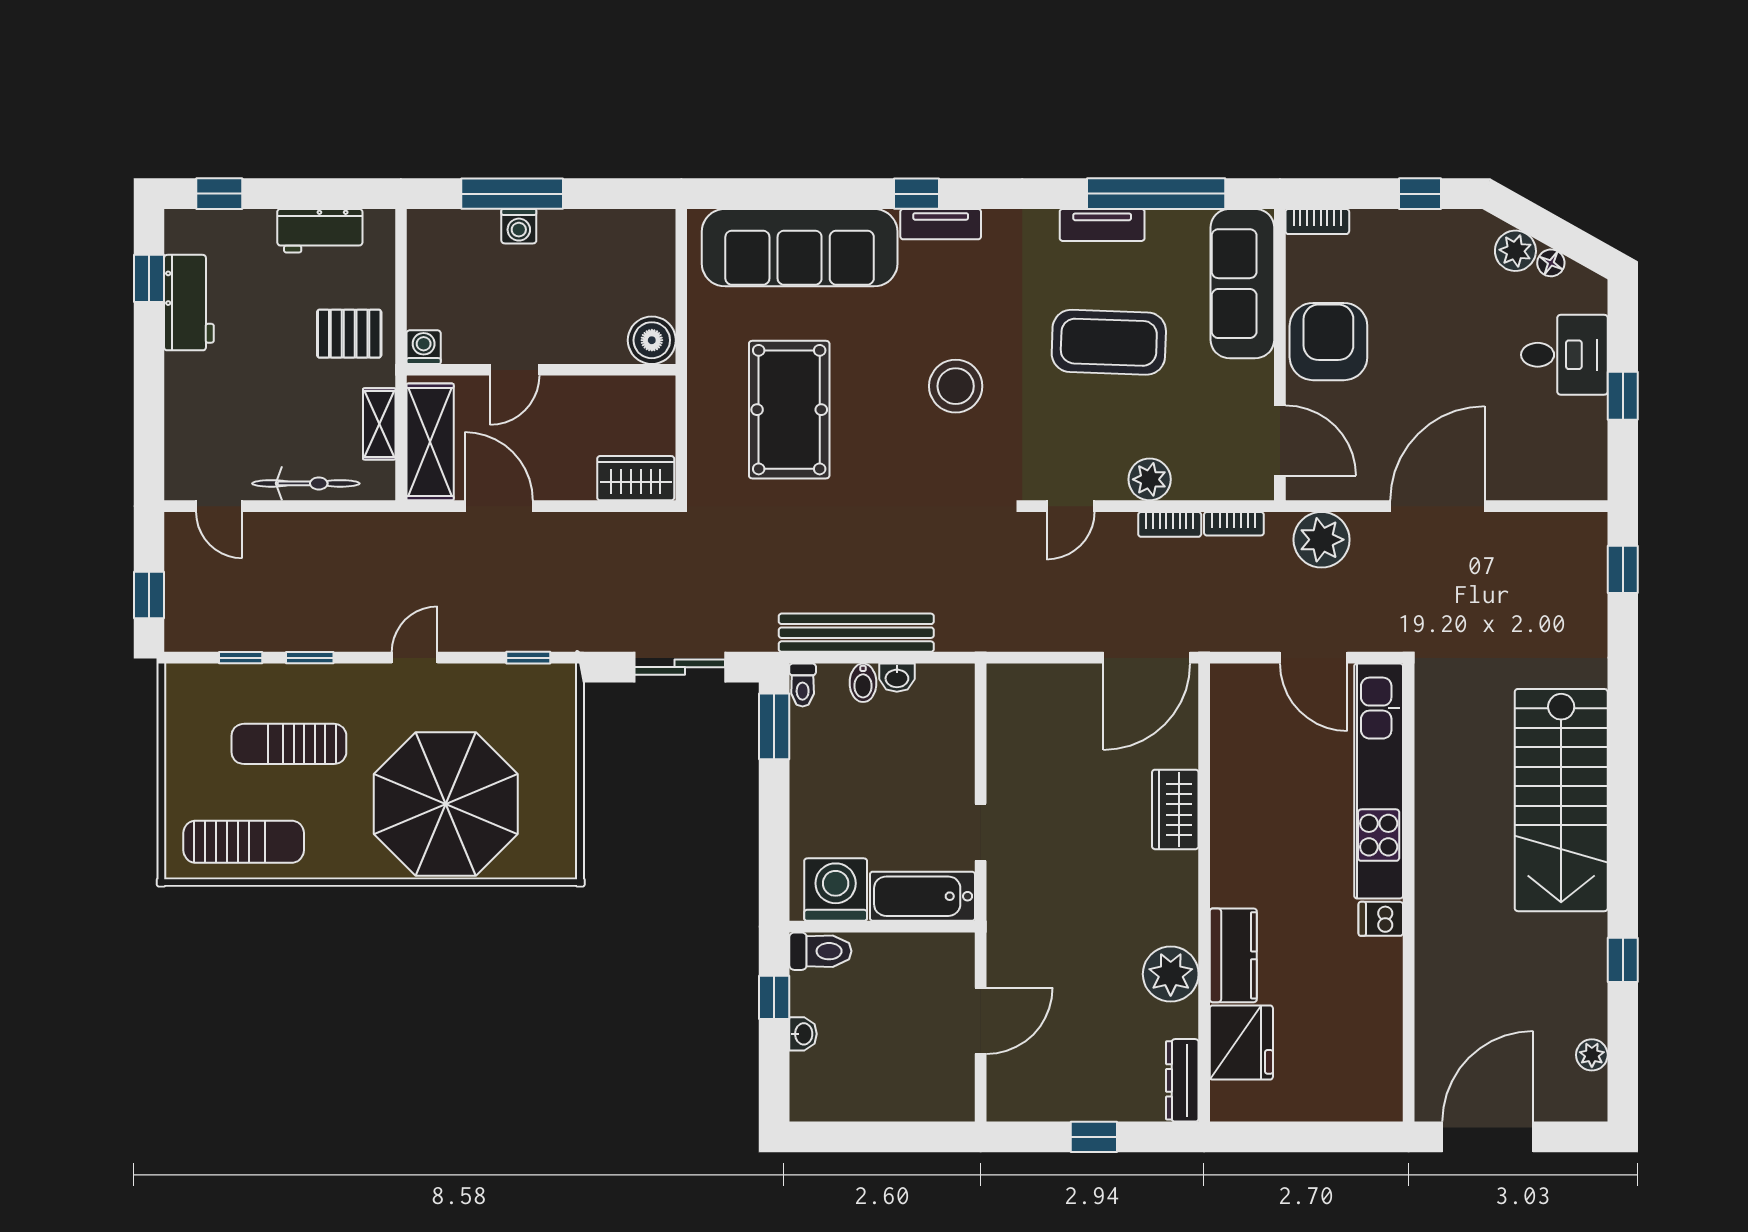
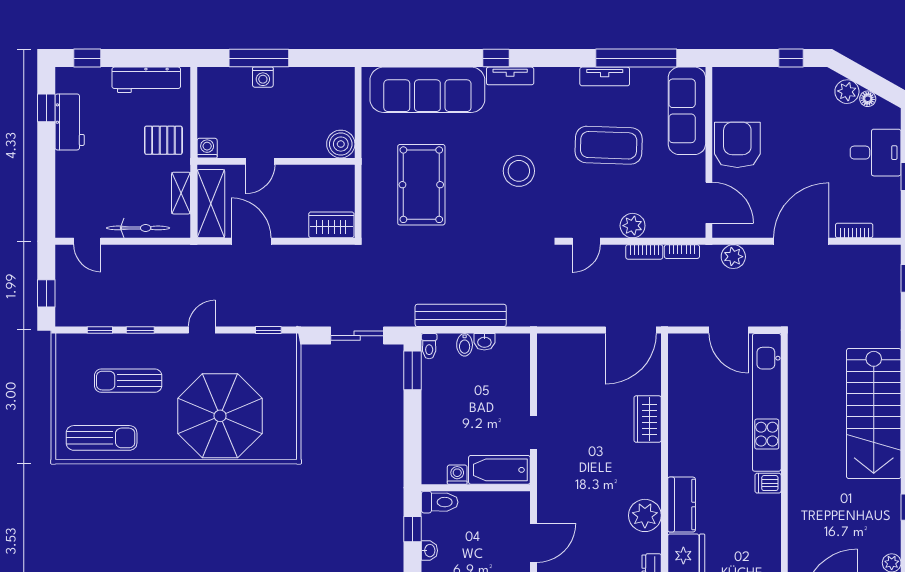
bookcase: (1317, 221) -> (854, 230), moved, turned 180
workbench: (320, 231) -> (146, 80), width x1.38
plant: (1322, 540) -> (733, 257), width x0.73, depth x0.73
washing machine: (836, 890) -> (457, 475), width x0.53, depth x0.53

